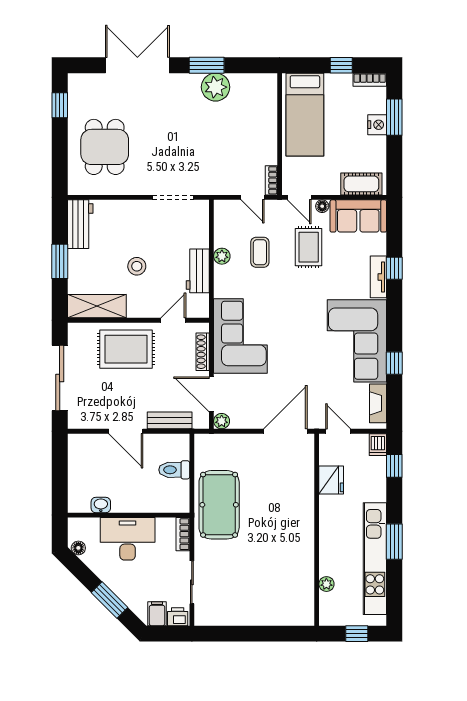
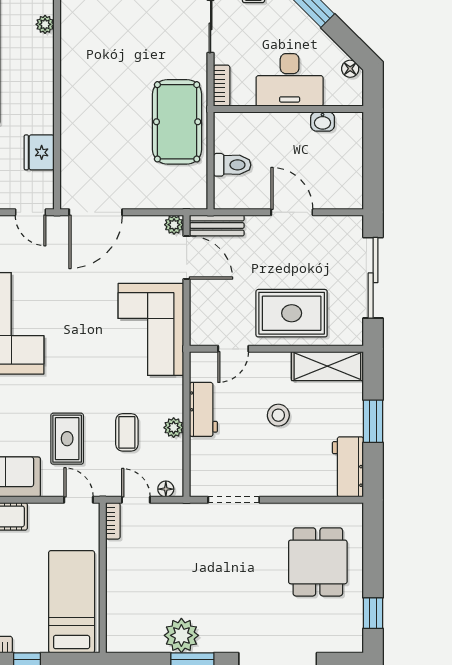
floor lamp: (322, 206) -> (166, 489), moved
shoe rack: (203, 352) -> (197, 310), removed
bench: (170, 420) -> (217, 226), moved

